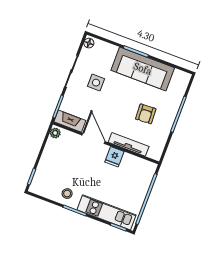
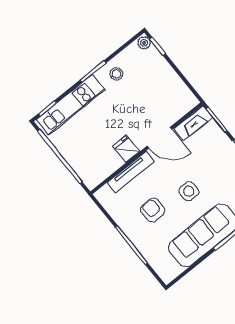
side table: (96, 83) -> (189, 191), moved
plant: (55, 133) -> (144, 43), moved

